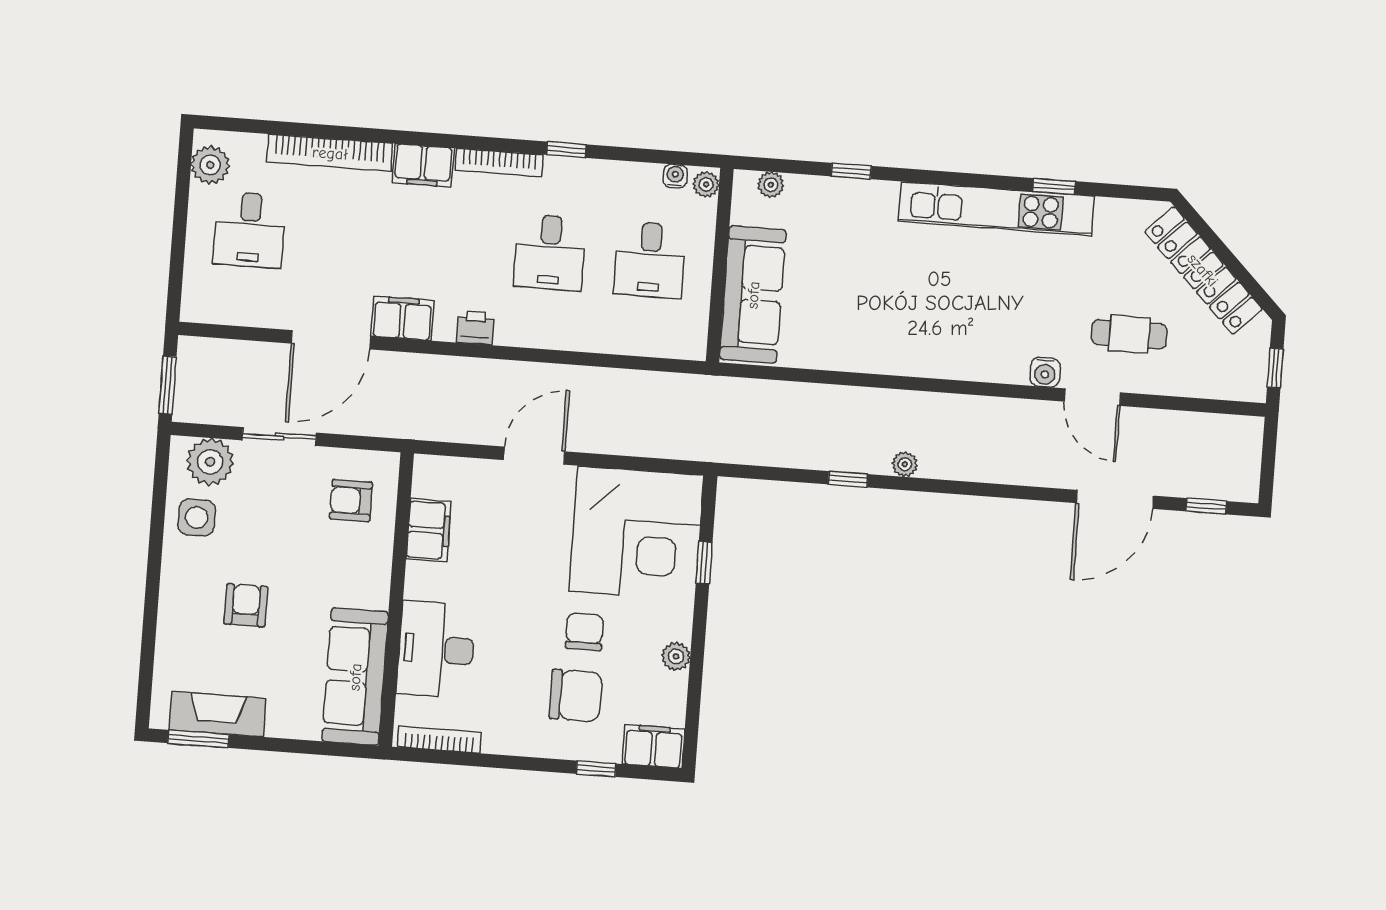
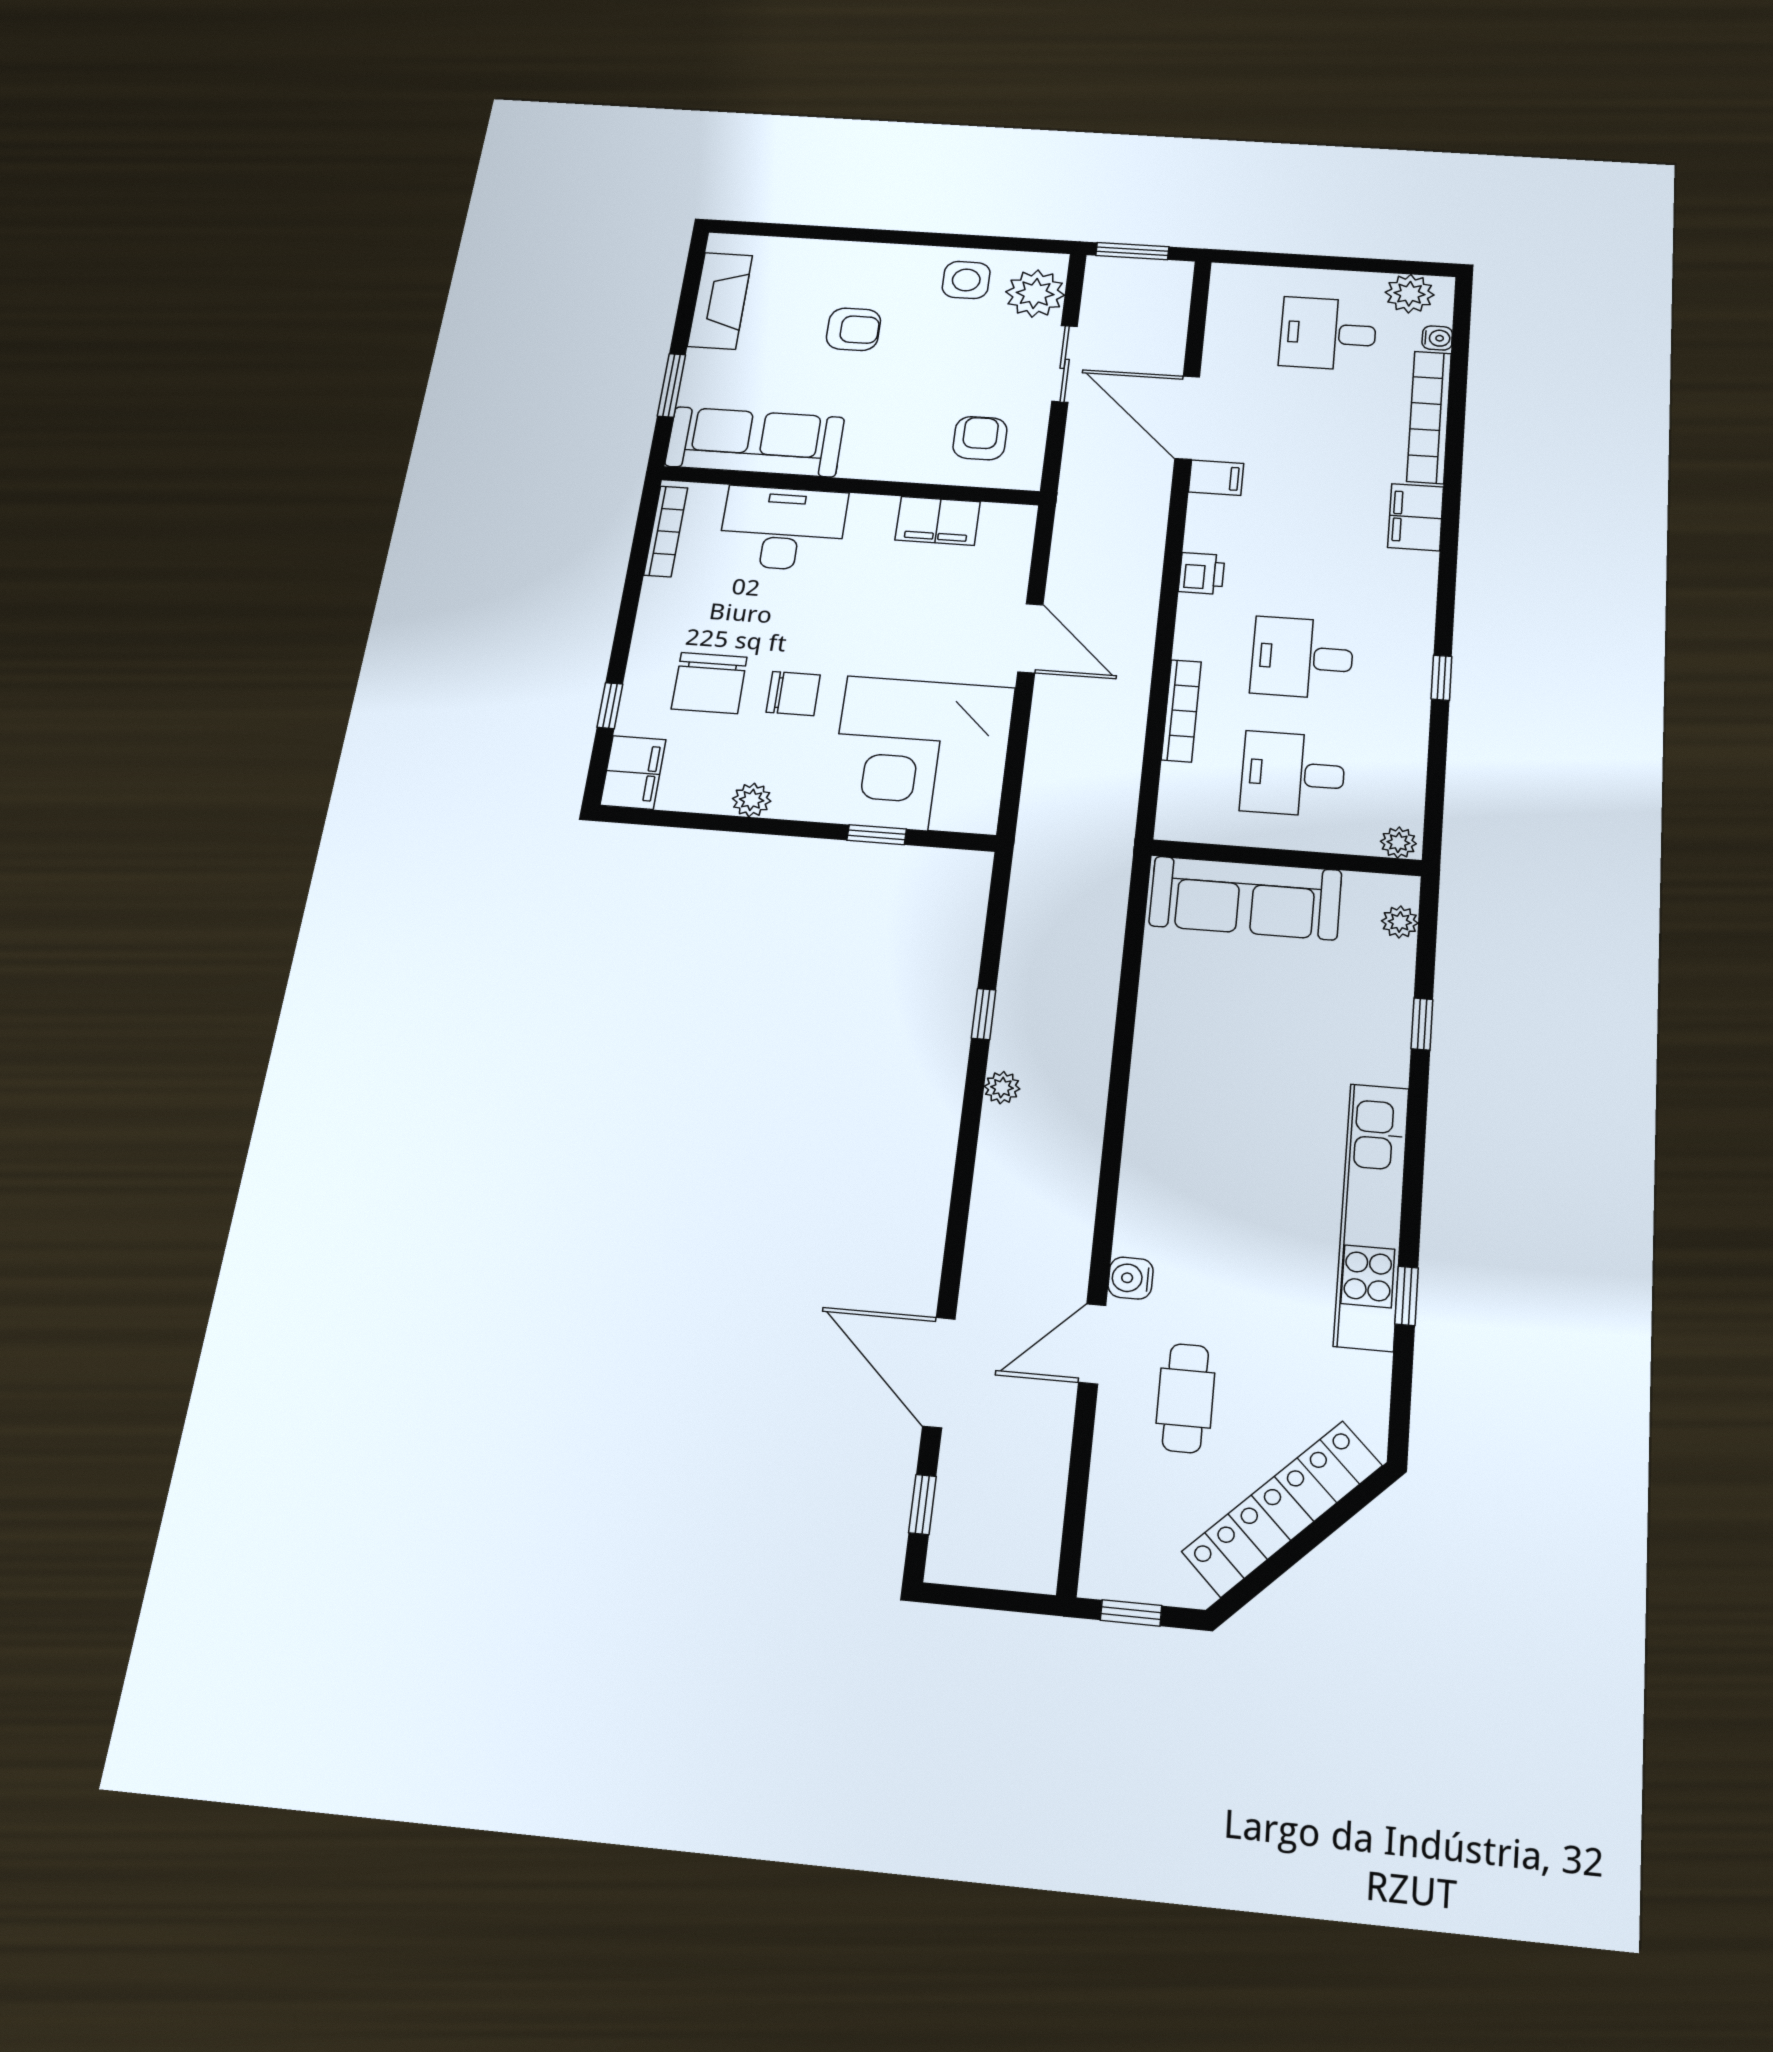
bookcase: (499, 162) -> (1181, 711), moved, turned 180
water cooler: (675, 176) -> (1437, 338), moved
filing cabinet: (402, 318) -> (1216, 478), width x0.50
window: (198, 739) -> (671, 385), moved

